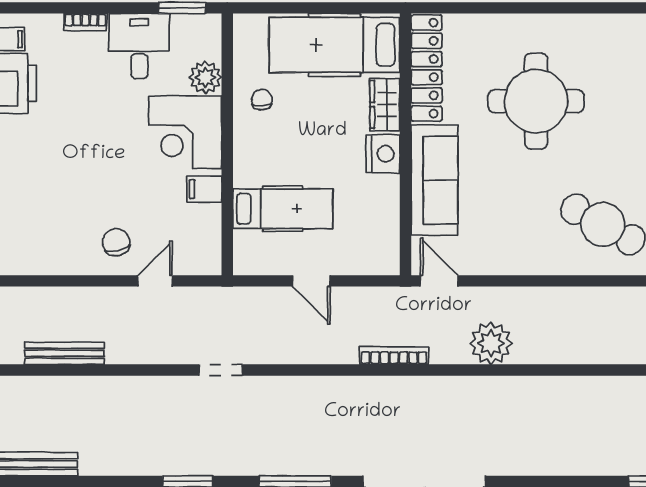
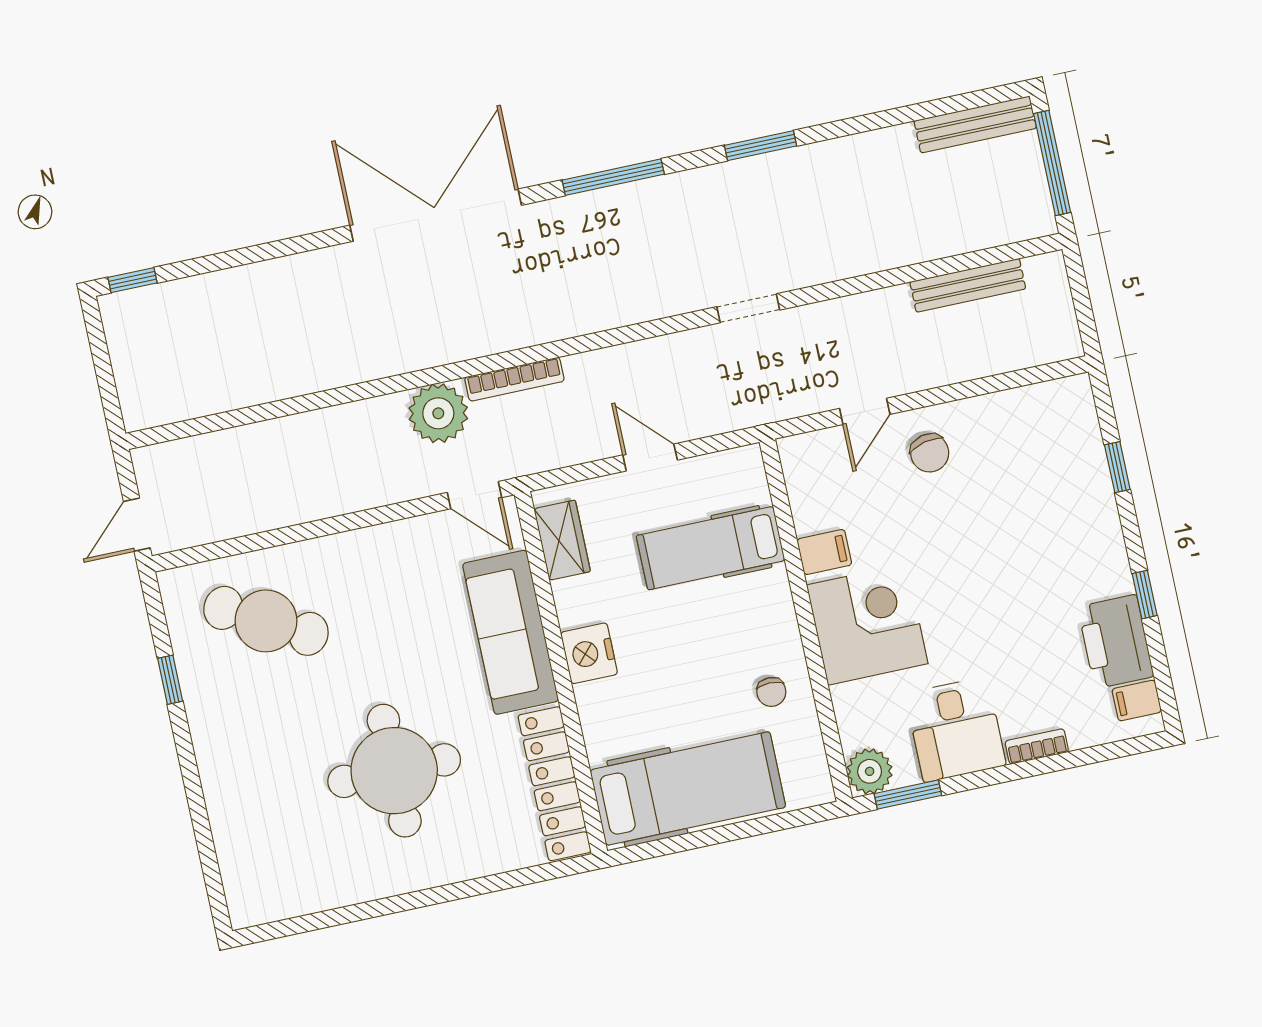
plant: (205, 77) -> (870, 771), moved
wardrobe: (385, 105) -> (562, 540), moved
plant: (491, 343) -> (438, 413), moved

